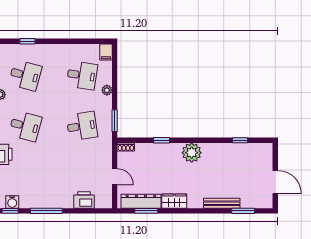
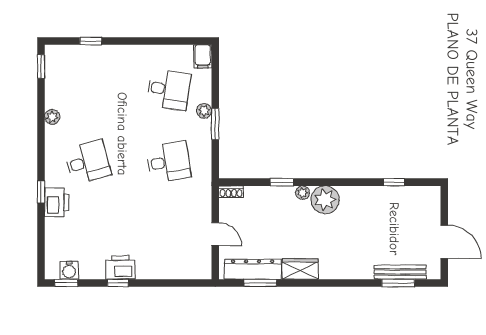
desk: (25, 75) -> (88, 90), removed
window: (115, 121) -> (215, 124), moved
desk: (25, 126) -> (88, 162), turned -30
plant: (176, 148) -> (303, 193), added
printer: (84, 200) -> (120, 267), moved
bench: (222, 203) -> (400, 272), moved
window: (46, 211) -> (118, 283), width x0.46

